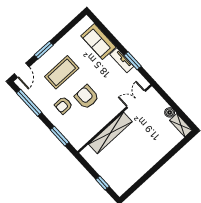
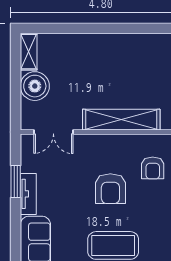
armchair: (63, 105) -> (153, 168), moved, turned 90
boiler: (170, 112) -> (35, 86), width x1.86, depth x1.86

